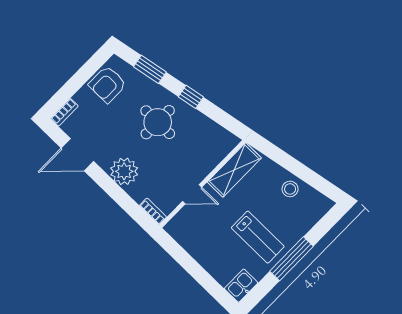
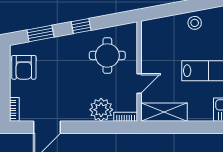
round table: (158, 122) -> (107, 55), moved
shelving: (234, 170) -> (164, 112), moved, turned 90
plant: (124, 171) -> (101, 110), moved

